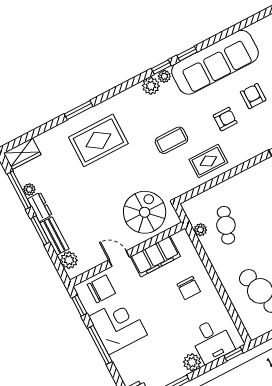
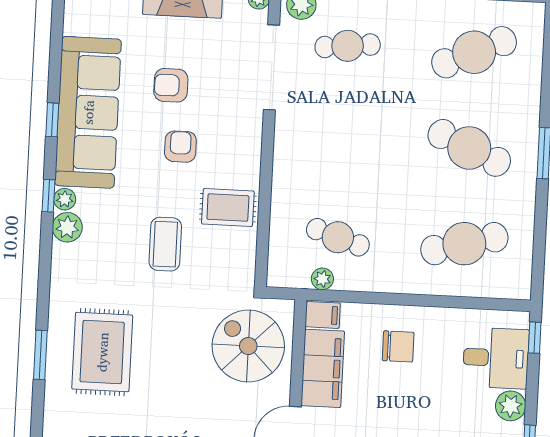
window: (187, 54) -> (52, 120), moved
rug: (208, 161) -> (228, 208), turned 90
filing cabinet: (182, 241) -> (323, 315), added

